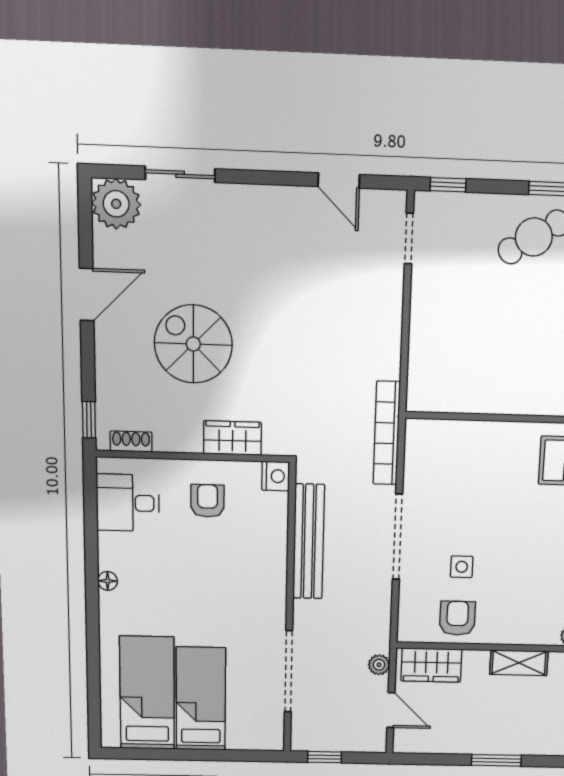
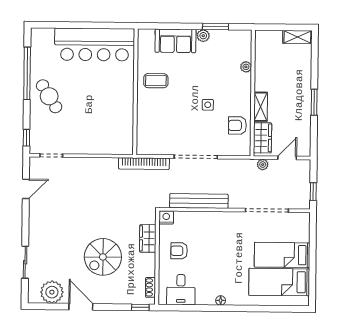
plant: (116, 204) -> (52, 292), moved
side table: (462, 567) -> (208, 105), moved
shelving: (519, 663) -> (261, 107), moved

